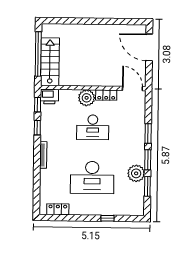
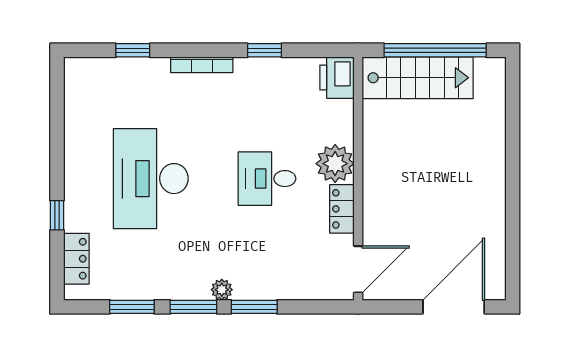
window: (38, 105) -> (133, 50), moved
desk: (93, 127) -> (267, 179), width x0.73
plant: (136, 173) -> (222, 290), moved, width x0.53, depth x0.53
locker: (58, 209) -> (76, 259), moved

